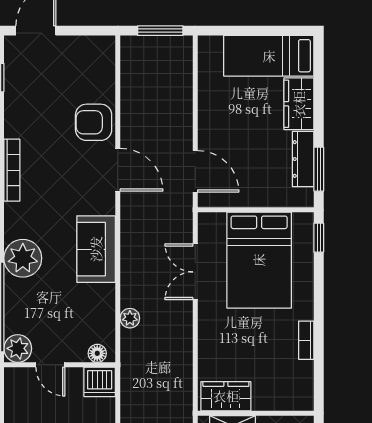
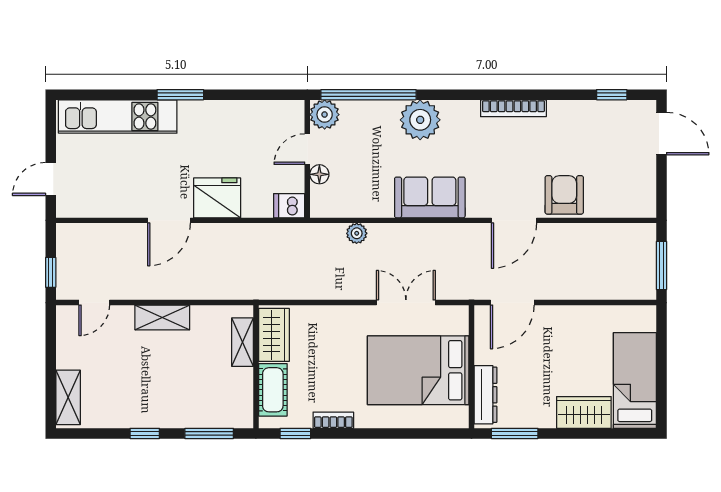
dresser: (303, 159) -> (485, 395), moved, turned 90
window: (319, 238) -> (295, 433), moved
floor lamp: (97, 353) -> (319, 174), moved
dishwasher: (100, 382) -> (289, 206), width x0.73
cot: (278, 397) -> (273, 390), added

